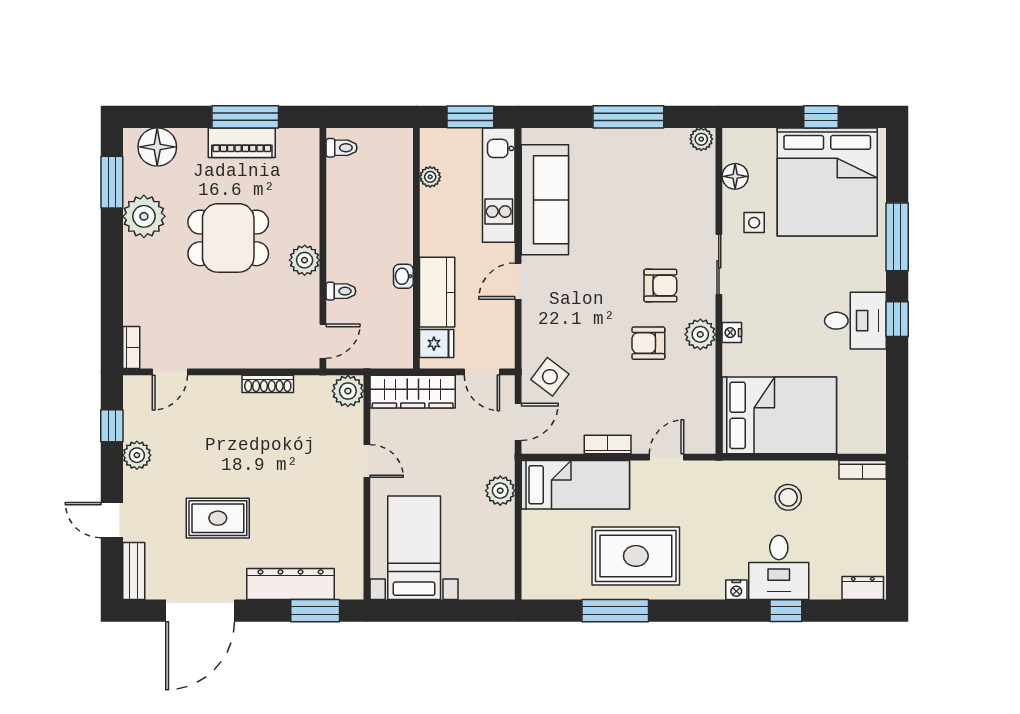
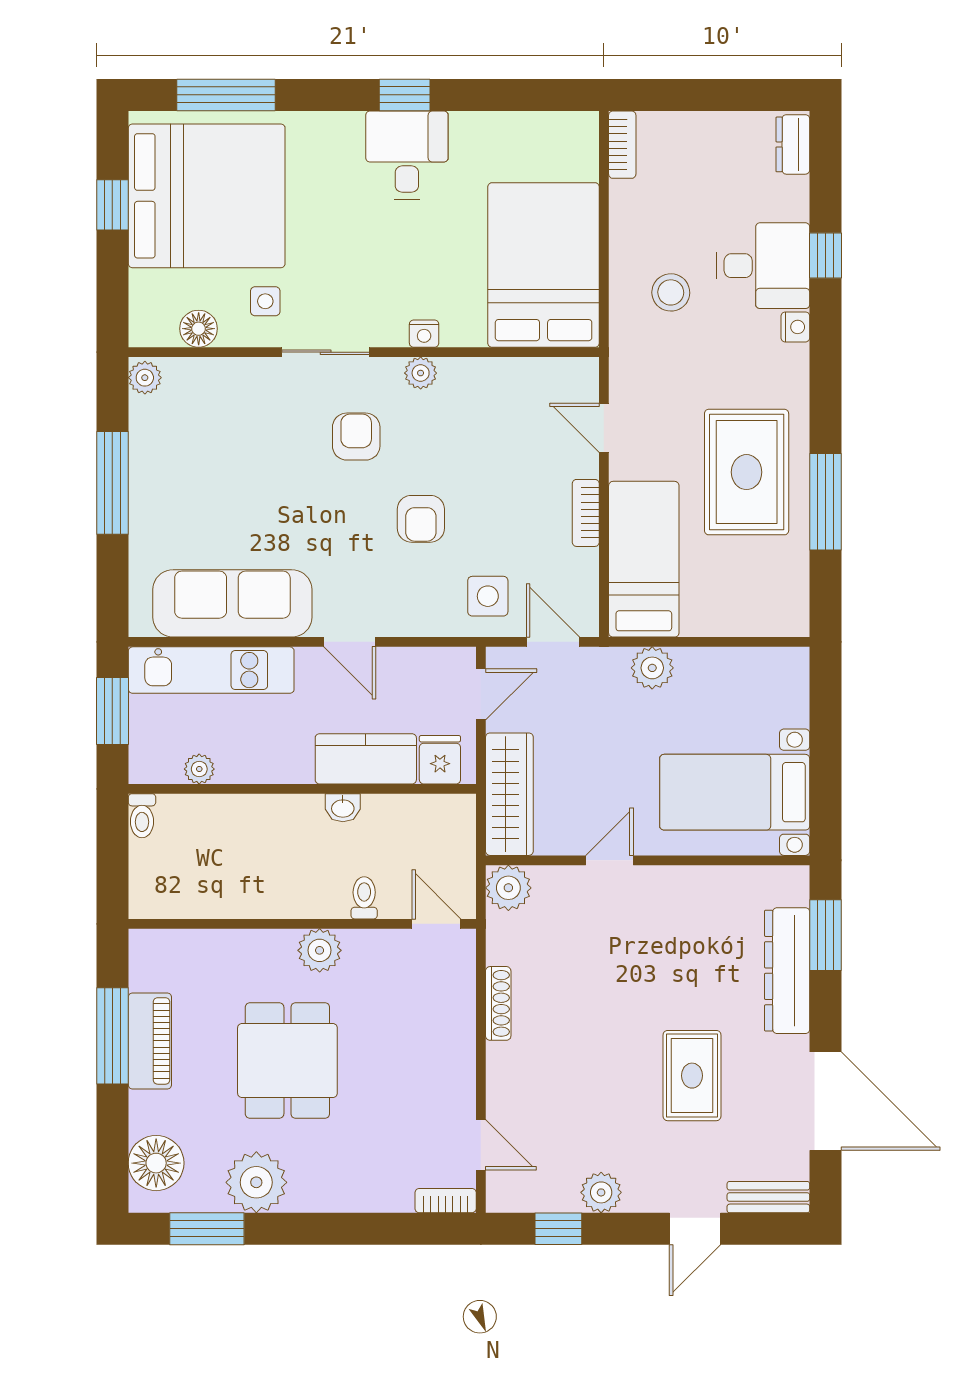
toilet: (342, 148) -> (142, 816), moved, turned 180
window: (897, 237) -> (226, 95), moved
plant: (700, 334) -> (421, 373), width x0.73, depth x0.73
armchair: (648, 343) -> (421, 519), moved
side table: (550, 377) -> (488, 596), turned -37
stool: (788, 497) -> (671, 292), moved

